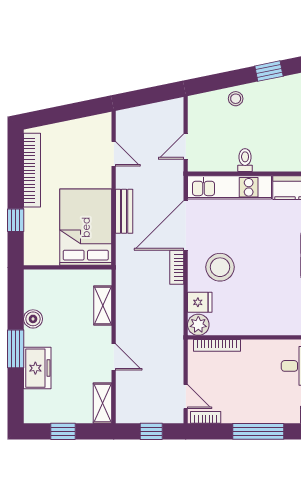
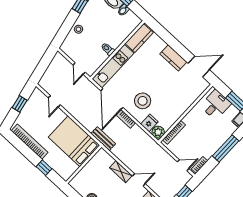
window: (69, 112) -> (20, 104), added
door: (114, 154) -> (54, 101), swing flipped
bench: (124, 211) -> (103, 139), moved
shelving: (103, 306) -> (121, 172), moved

